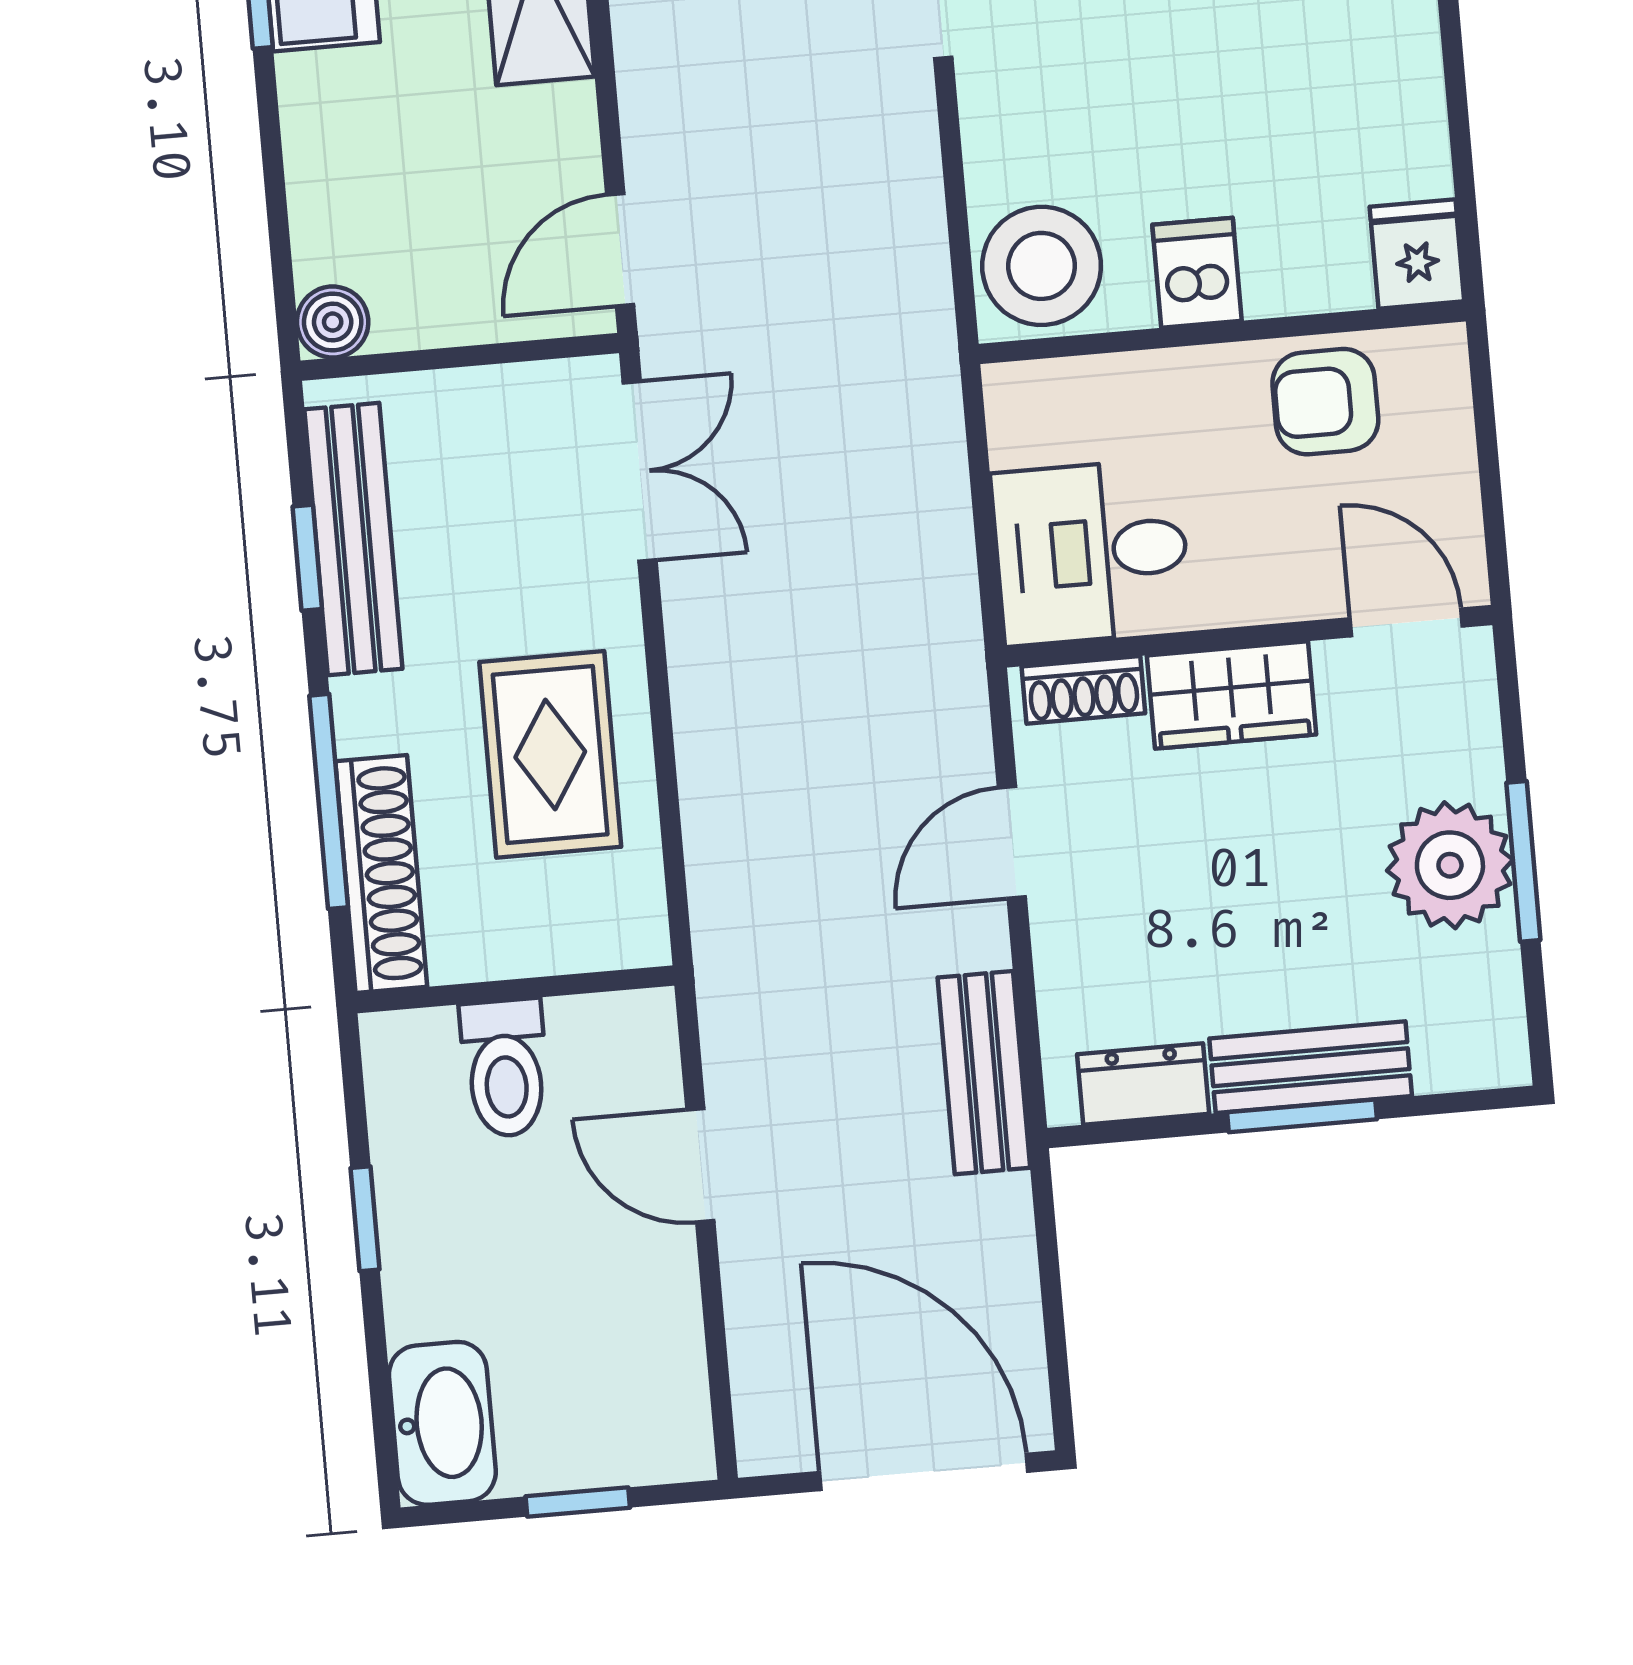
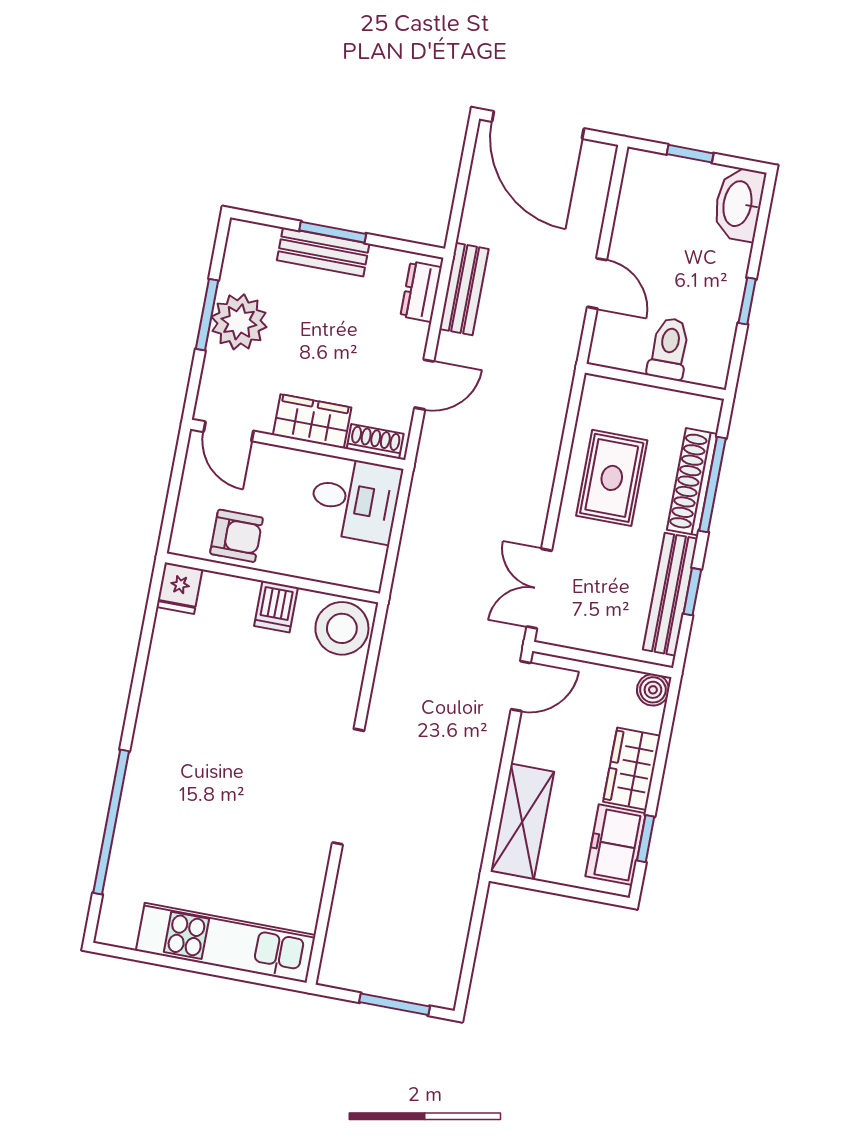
wardrobe: (330, 139) -> (632, 769), added
shoe rack: (381, 874) -> (692, 482), moved
dresser: (1143, 1084) -> (421, 292), moved, turned 90

